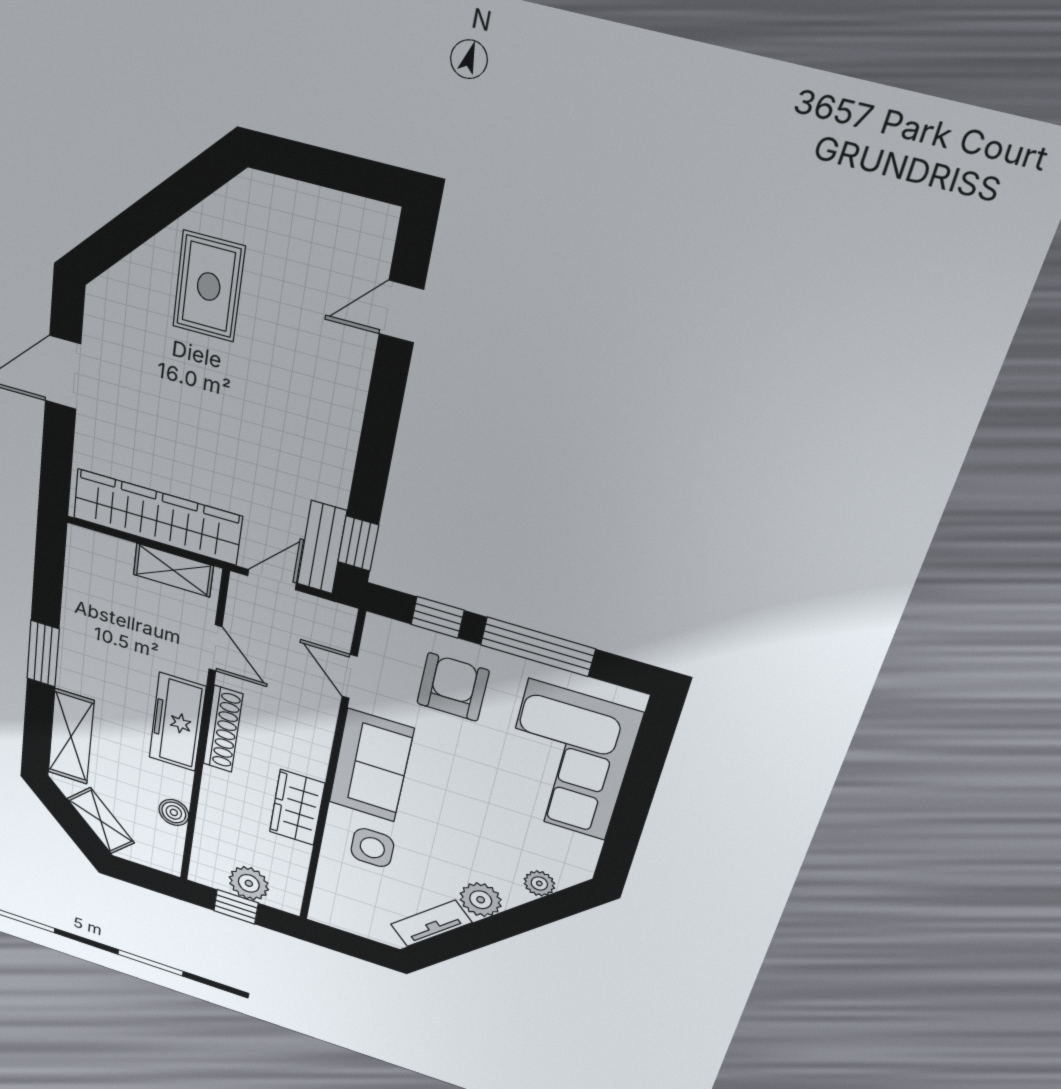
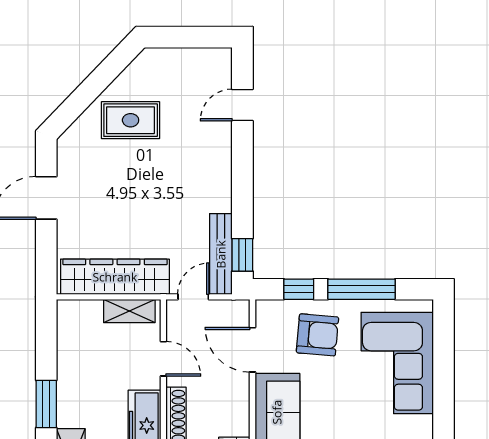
rug: (209, 287) -> (131, 120), turned 90
bench: (322, 548) -> (221, 254), width x1.36
door: (350, 676) -> (253, 350), width x1.38
armchair: (453, 687) -> (317, 335), turned 95

